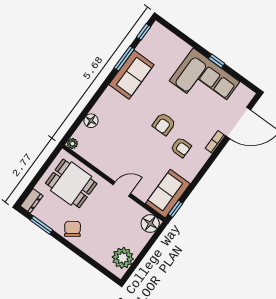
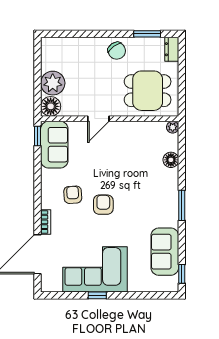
window: (124, 58) -> (182, 205), moved
sofa: (131, 75) -> (165, 252), moved
armchair: (181, 147) -> (73, 195), turned 87
plant: (123, 258) -> (53, 83), moved

